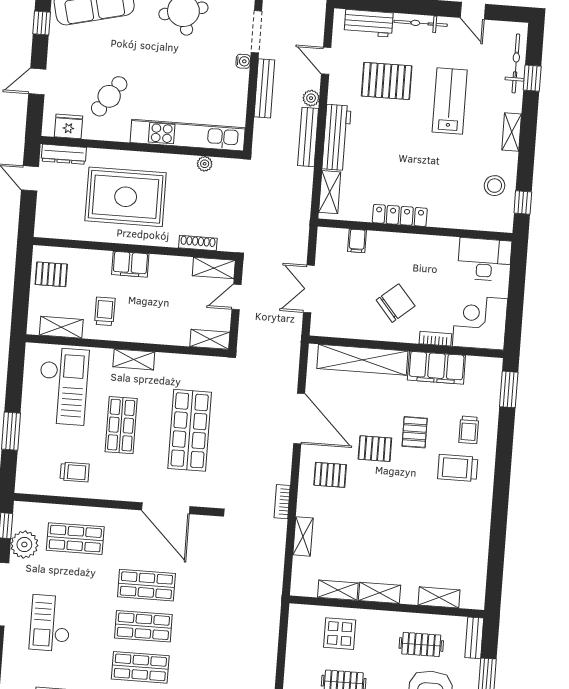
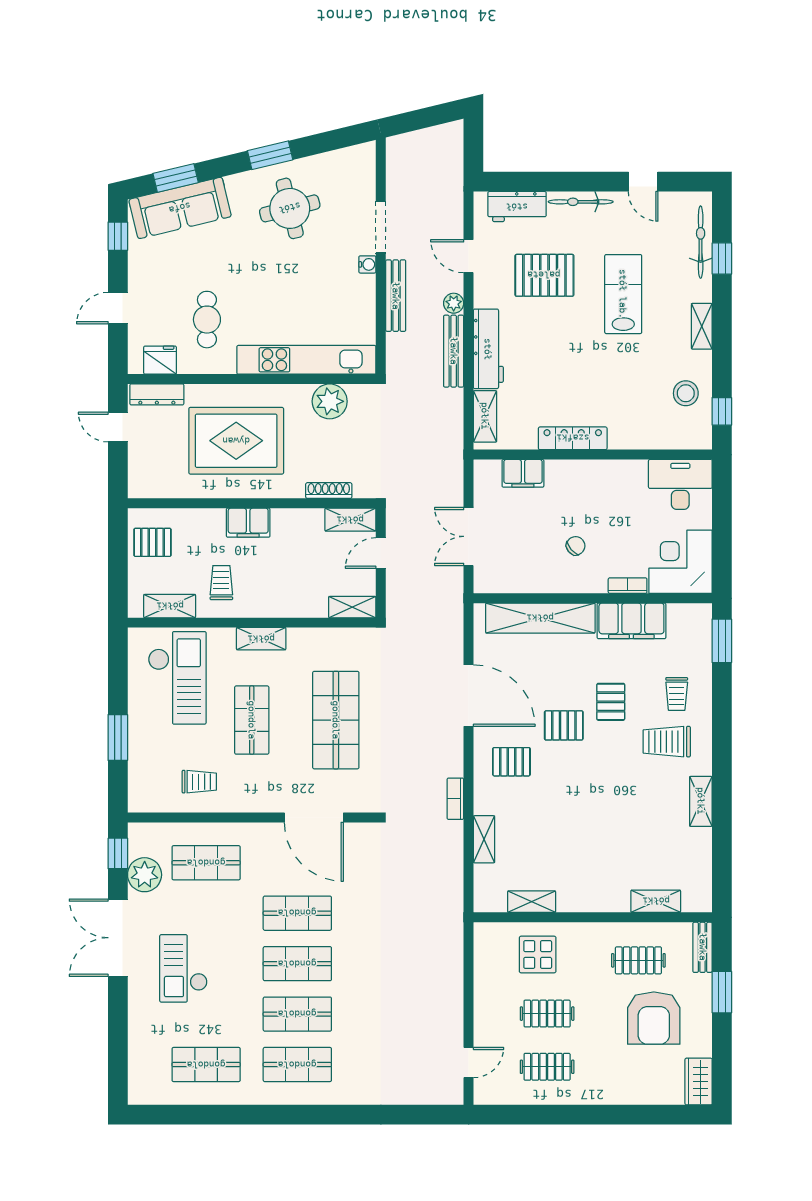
cafe table: (109, 96) -> (207, 320), turned -35
plant: (205, 164) -> (330, 401), width x1.88, depth x1.88
filing cabinet: (357, 241) -> (523, 473), width x2.00
chair: (396, 303) -> (576, 546), width x0.54, depth x0.54
shelving: (380, 593) -> (701, 801), moved, turned 90

